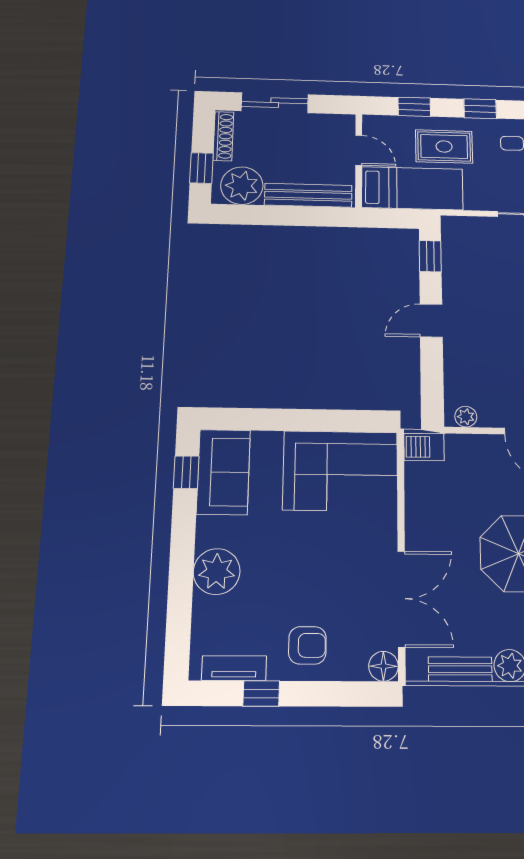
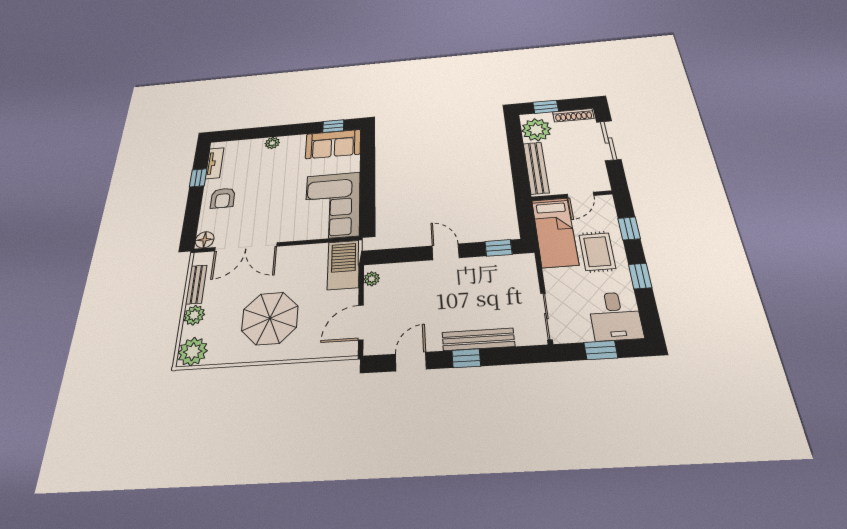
barbecue: (424, 447) -> (343, 265), width x1.88, depth x1.53
plant: (217, 572) -> (272, 143), width x0.53, depth x0.53

